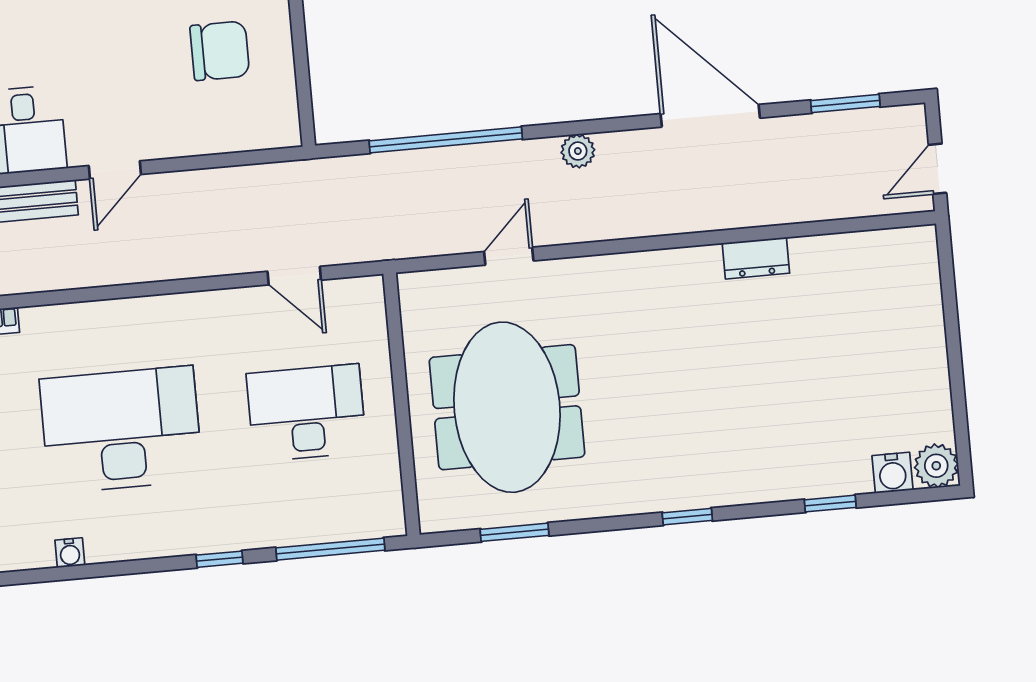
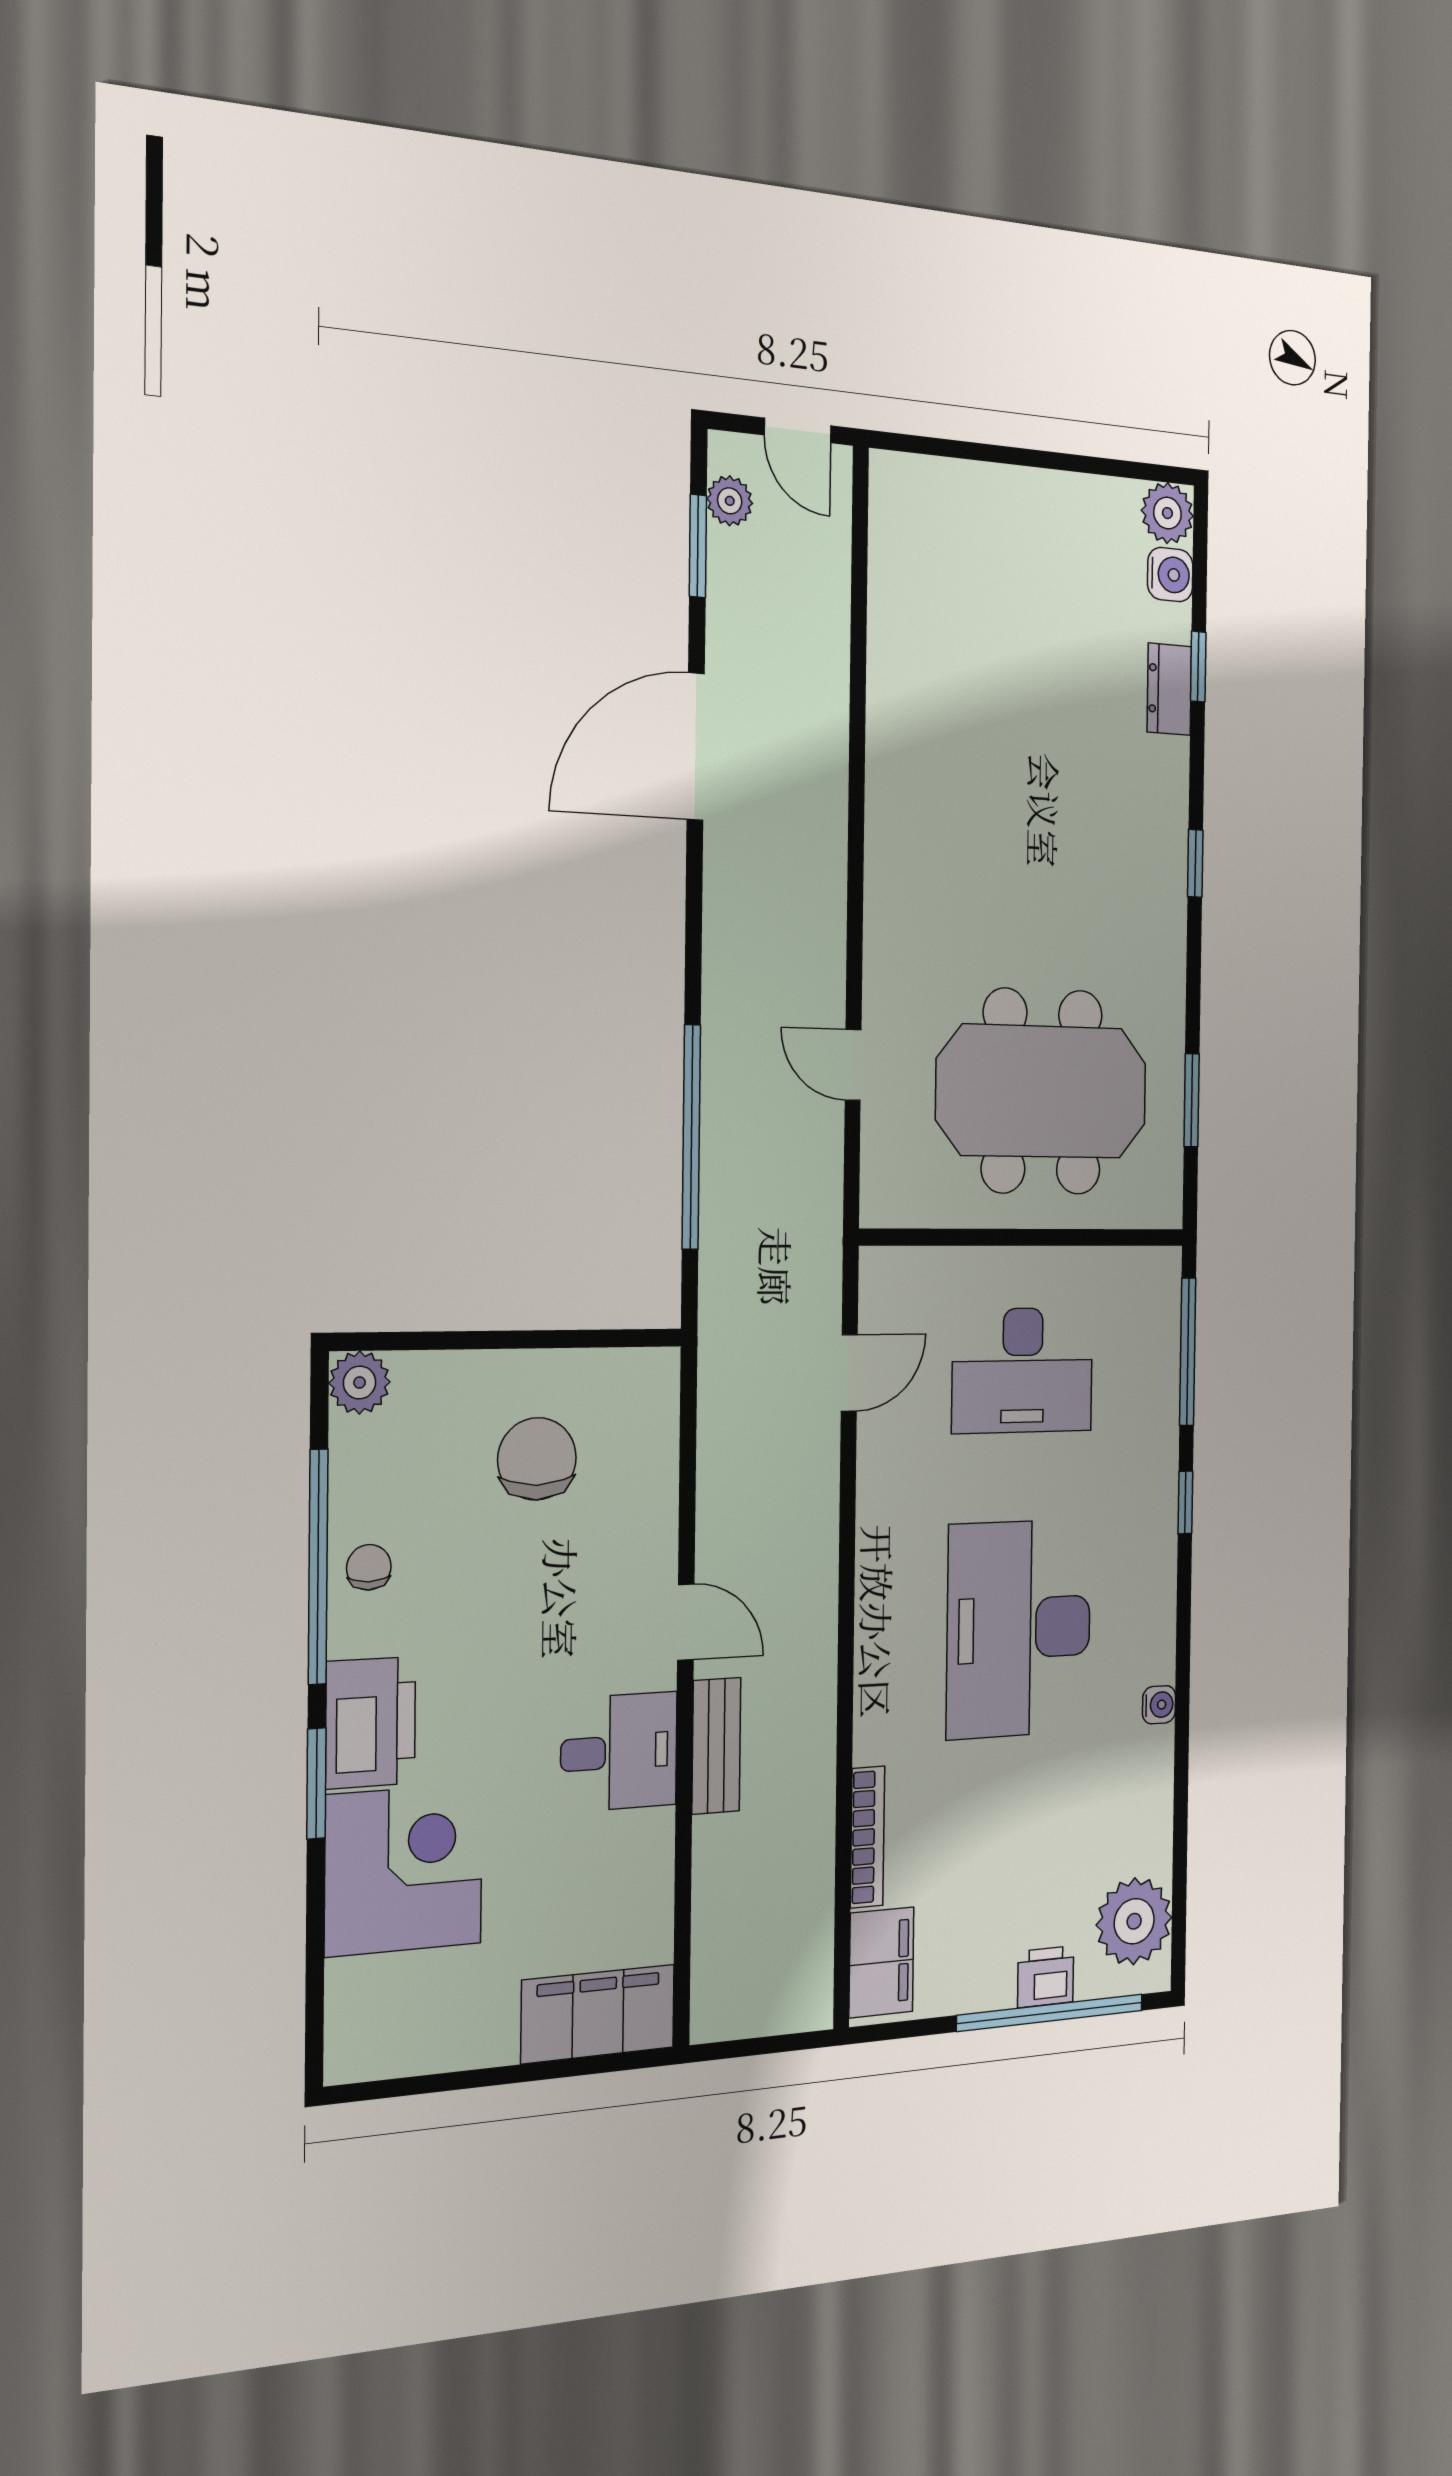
plant: (578, 151) -> (730, 501), moved
dresser: (756, 258) -> (1169, 689), moved, turned 180
desk: (306, 413) -> (1023, 1370), turned -90

